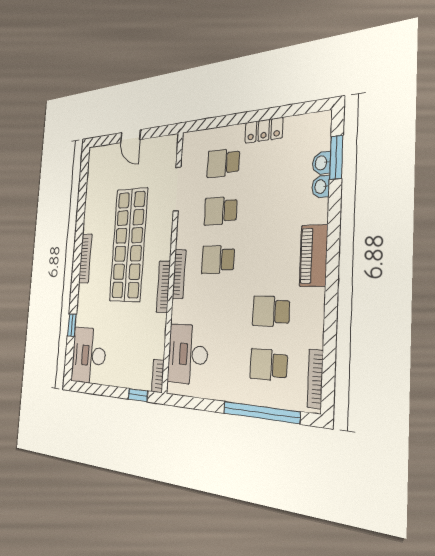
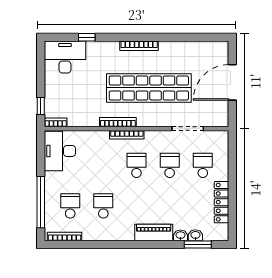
locker: (264, 130) -> (222, 202), width x1.53
door: (130, 136) -> (232, 82), width x1.88
piano: (314, 256) -> (154, 232), moved
desk: (188, 354) -> (60, 151), moved, turned -90

